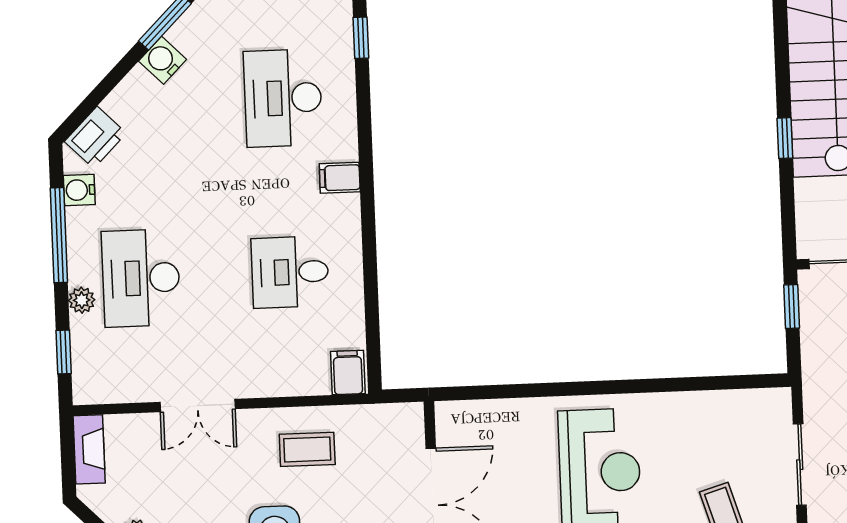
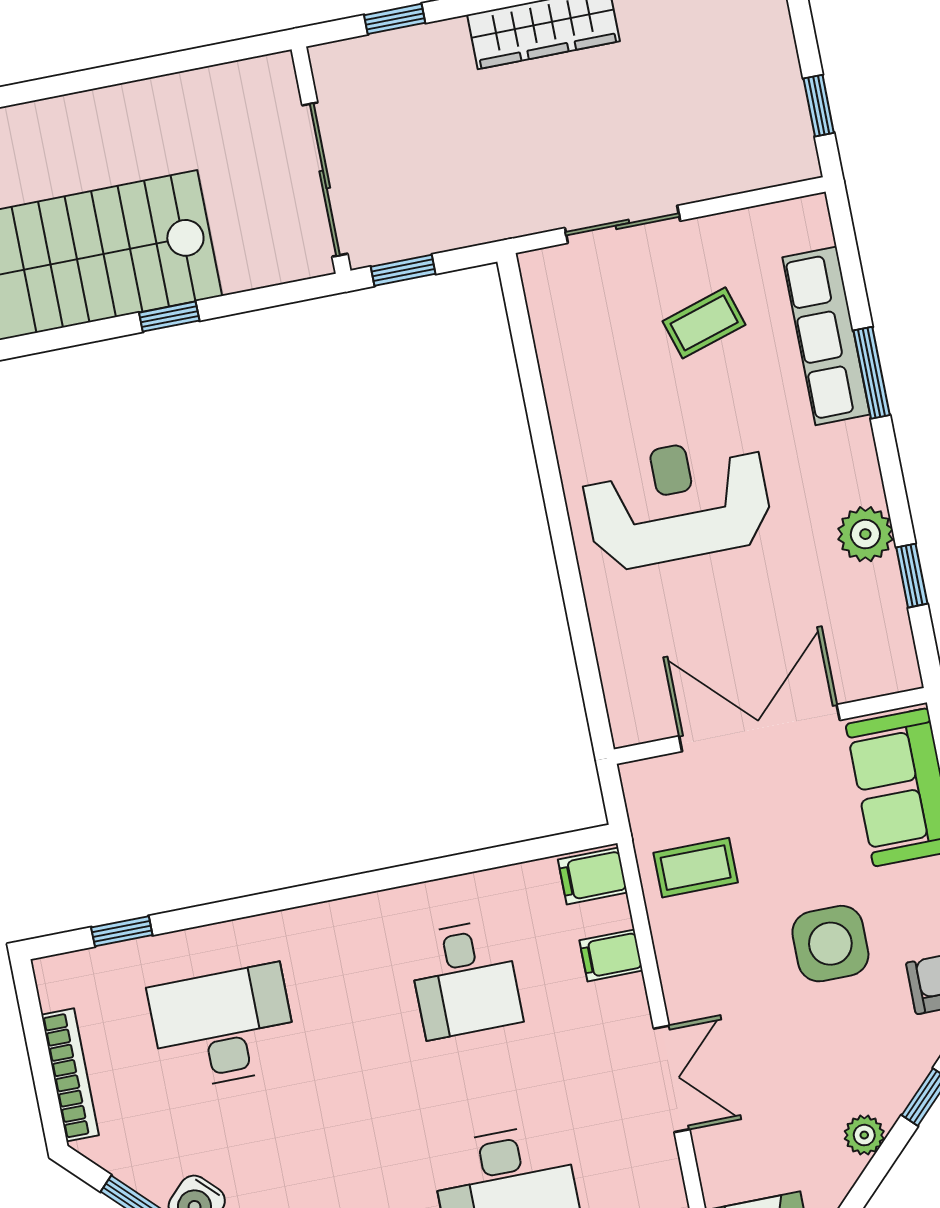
desk: (283, 98) -> (223, 1027), turned 180
filing cabinet: (340, 178) -> (611, 955), moved, turned 90
coffee table: (307, 449) -> (696, 868), moved, turned 90

